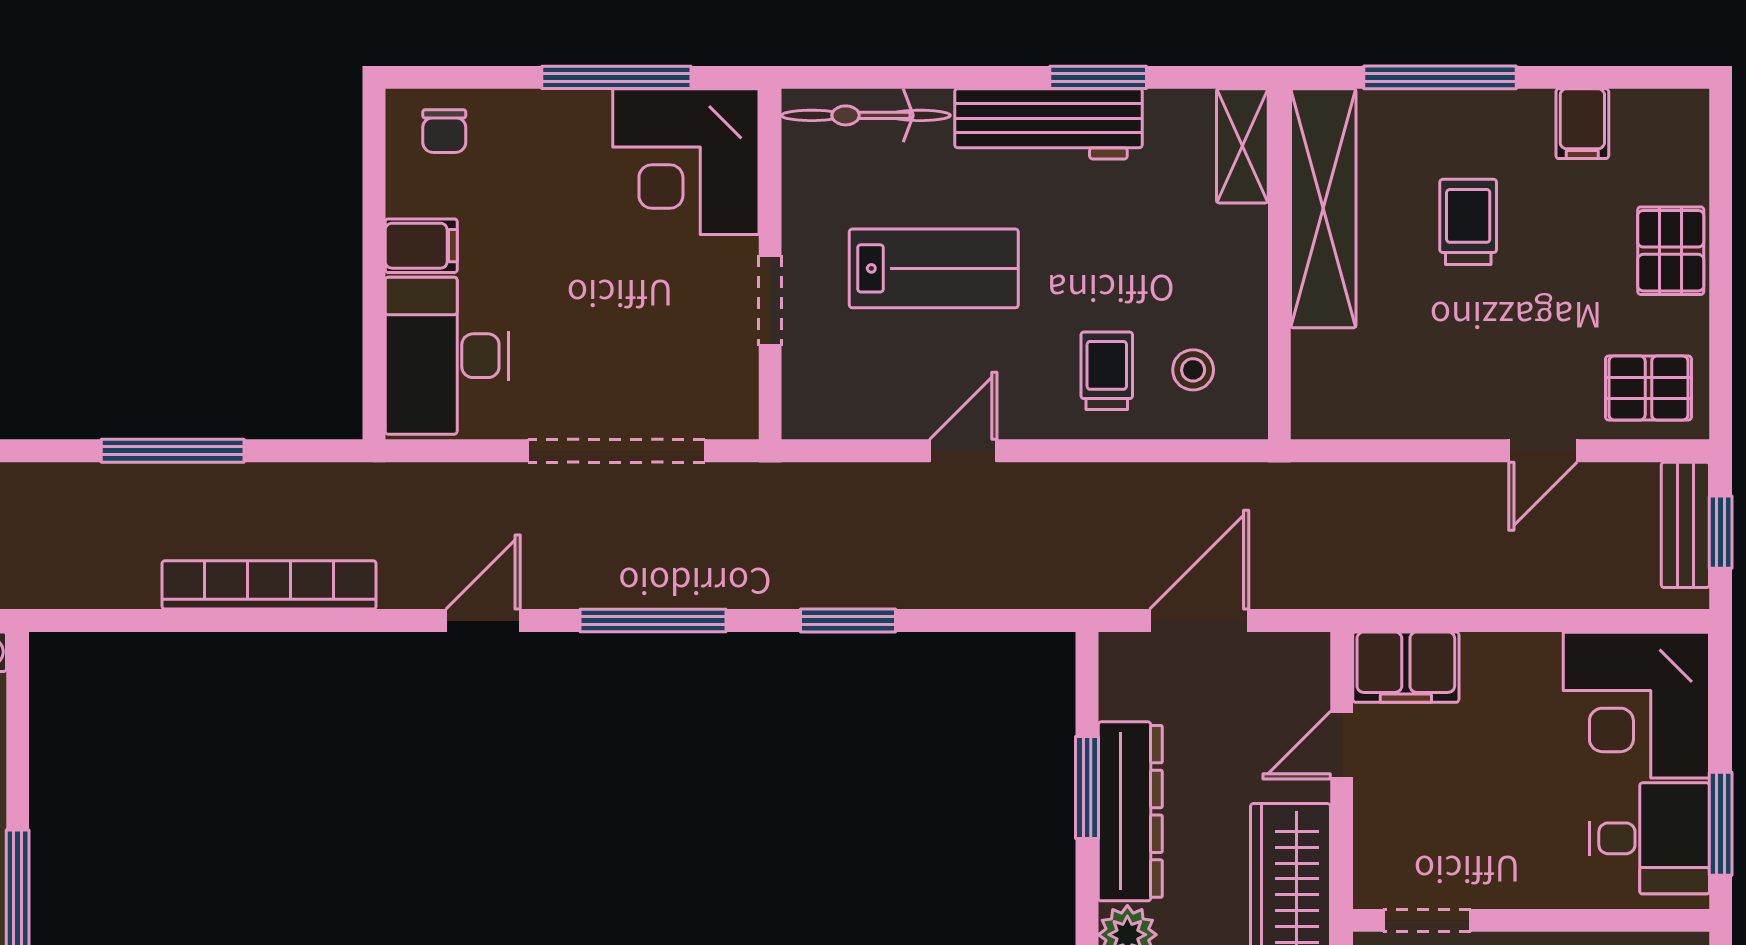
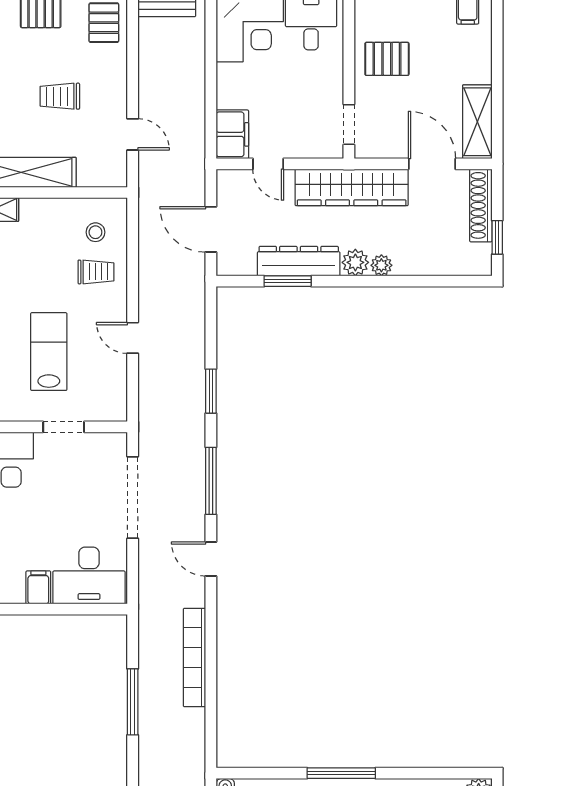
trolley: (1468, 222) -> (60, 96), moved
trolley: (1107, 371) -> (96, 272), turned 180
door: (1543, 451) -> (133, 134), moved

